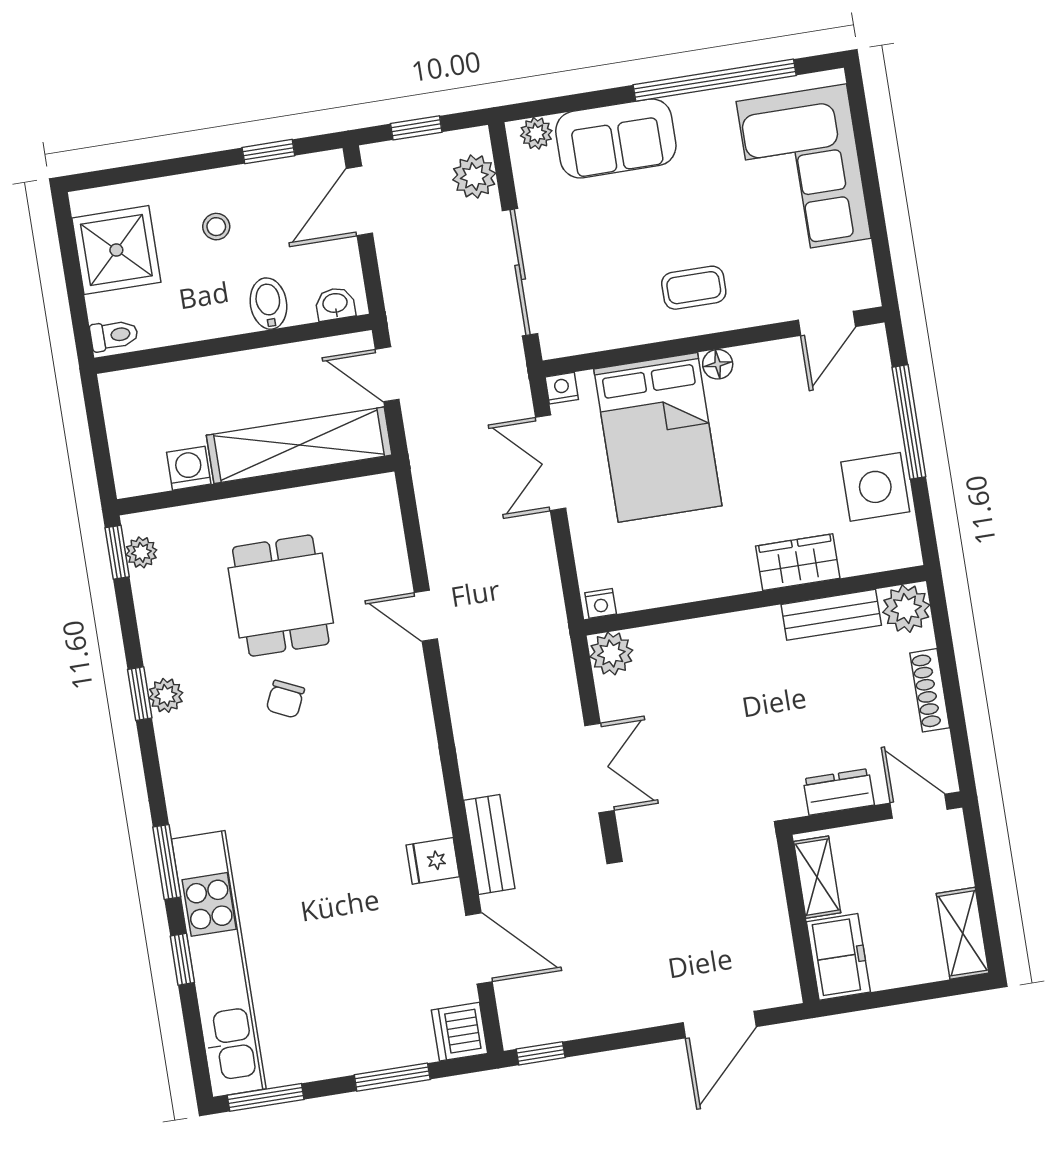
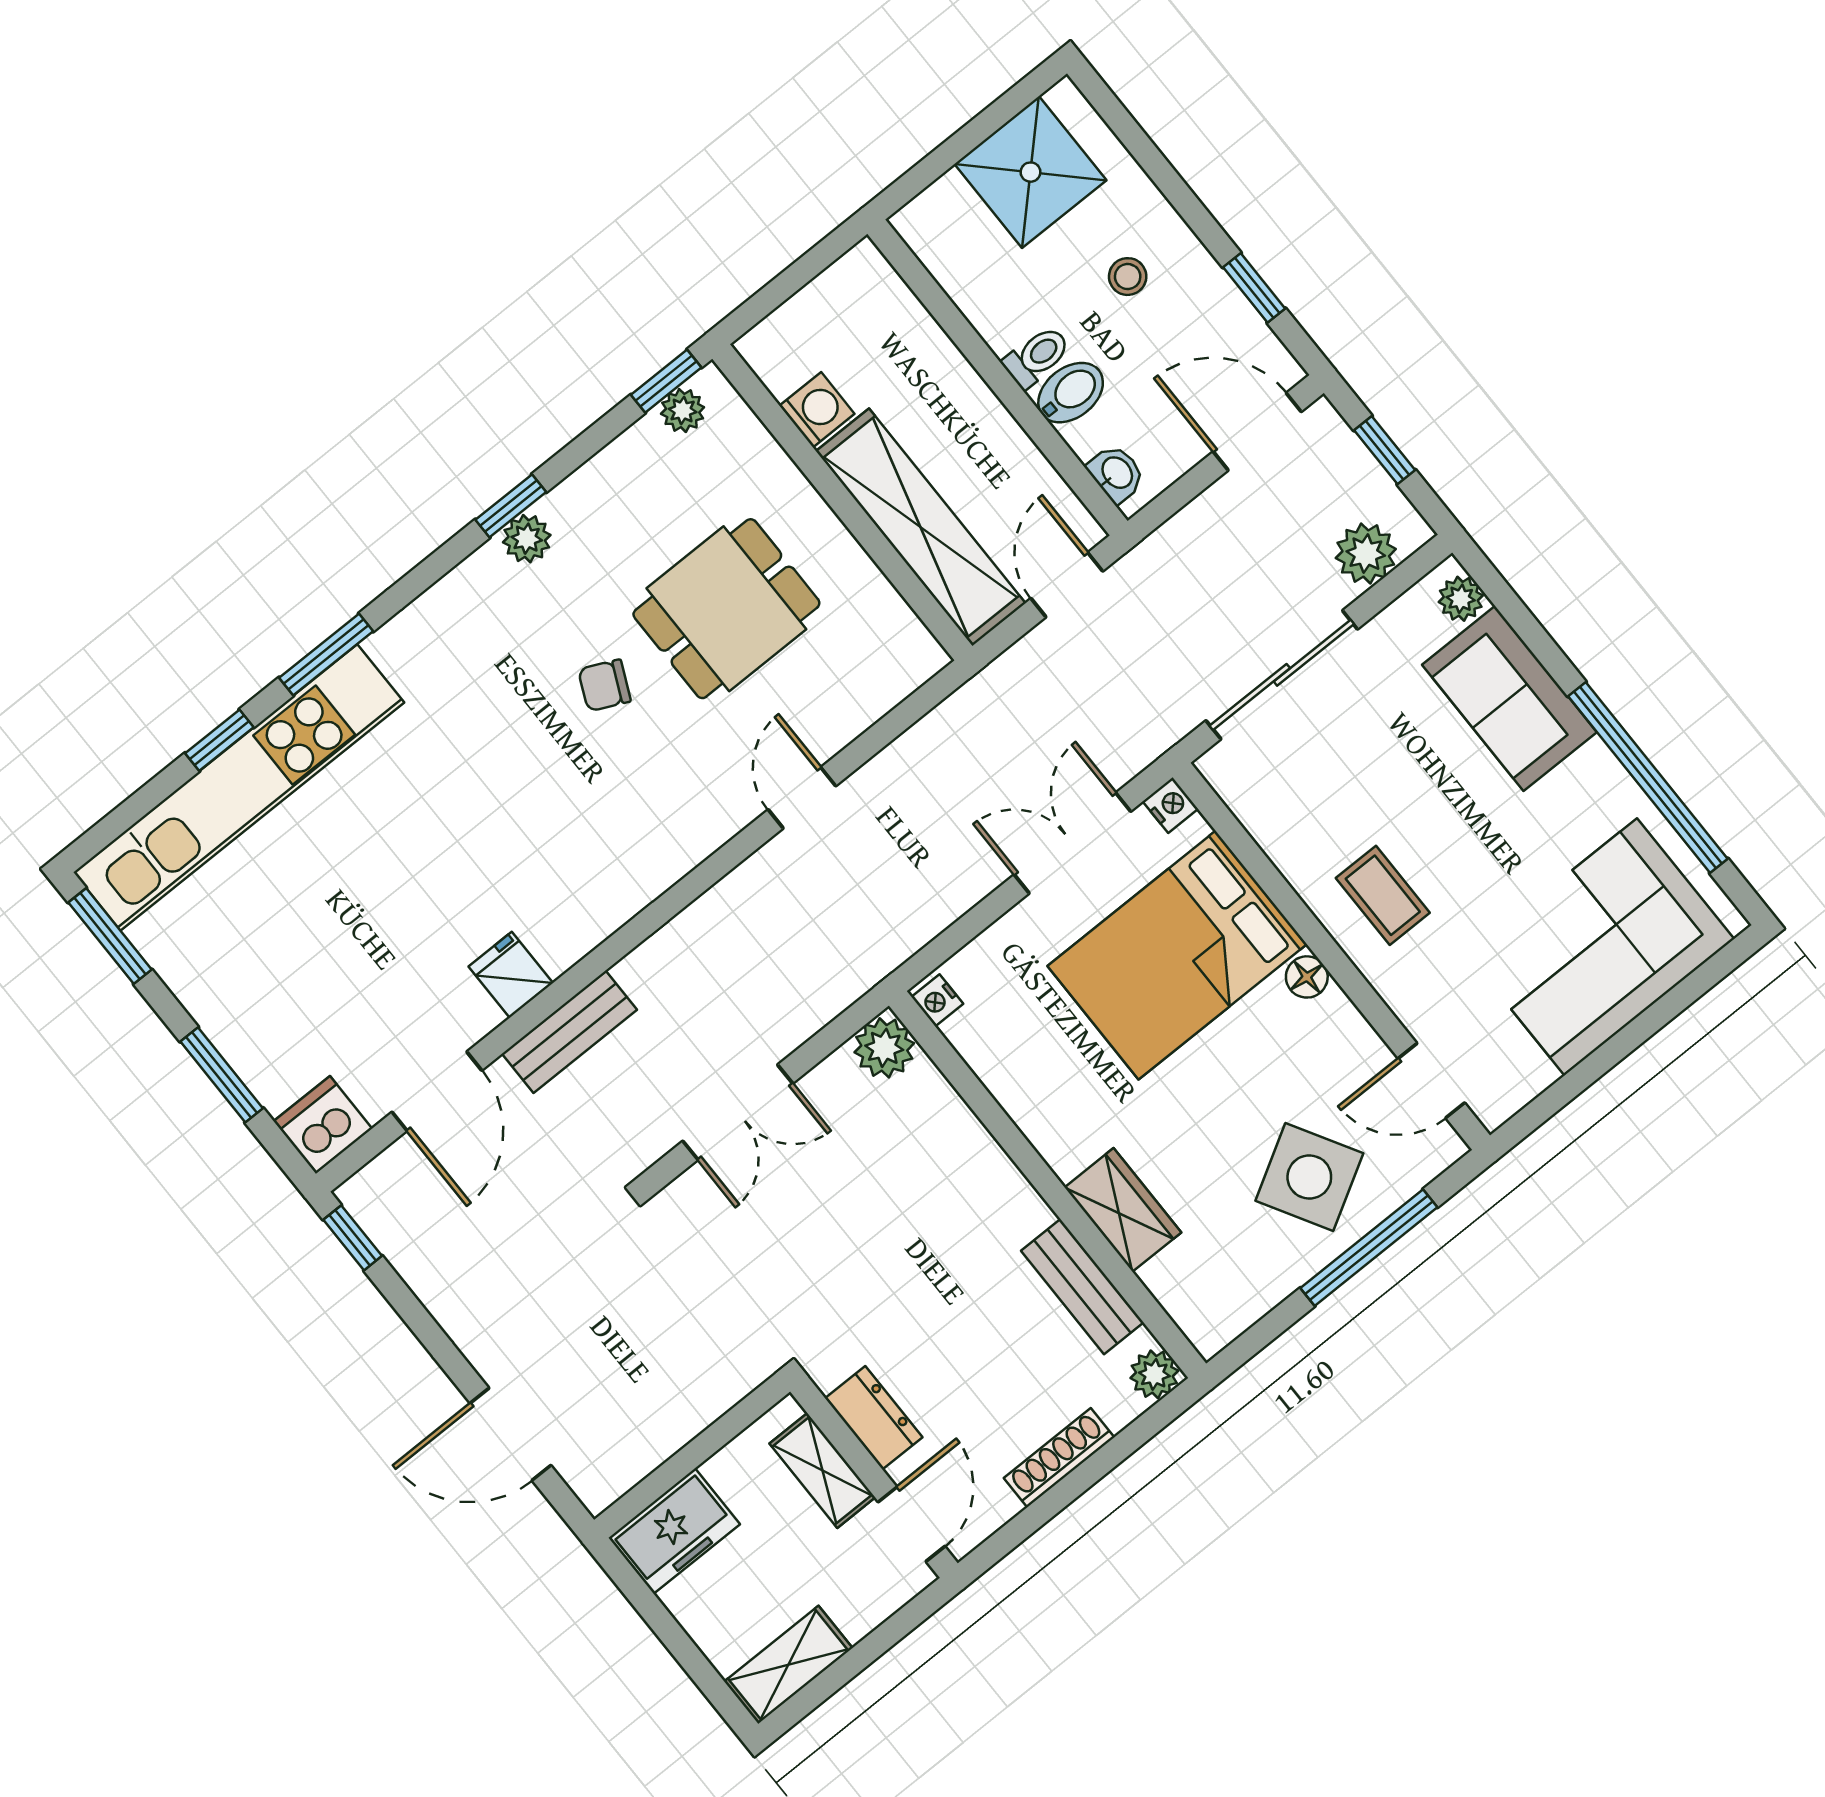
toilet: (114, 335) -> (1037, 357), moved, turned -90
side table: (875, 487) -> (1309, 1177), moved, turned -30
plant: (906, 609) -> (1154, 1374), width x0.73, depth x0.73
shelving: (817, 877) -> (822, 1470), moved, turned 90

